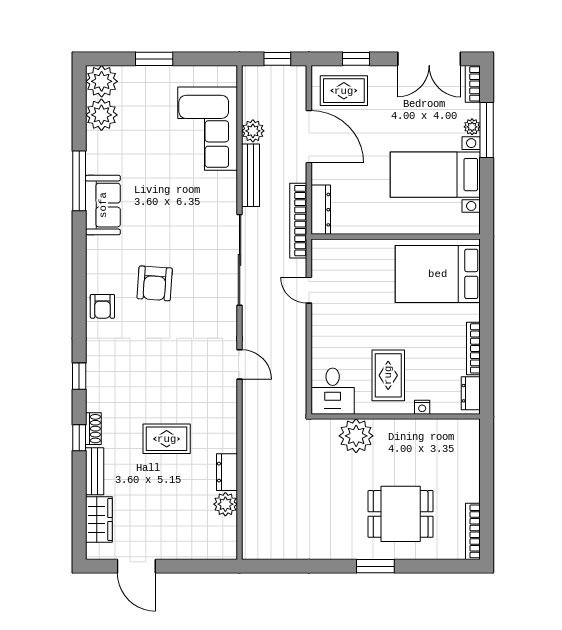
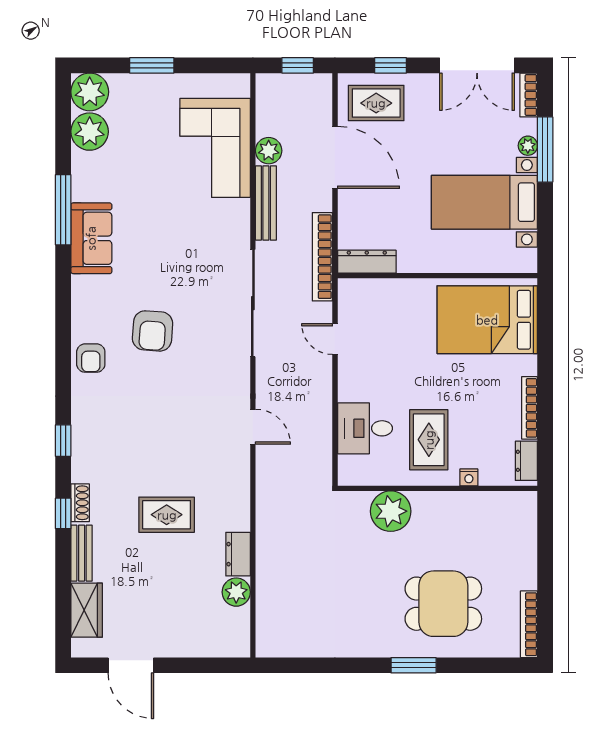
dresser: (321, 210) -> (367, 262), moved, turned -90
desk: (333, 391) -> (365, 428), moved, turned 90

